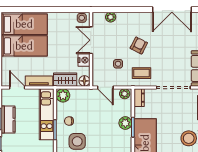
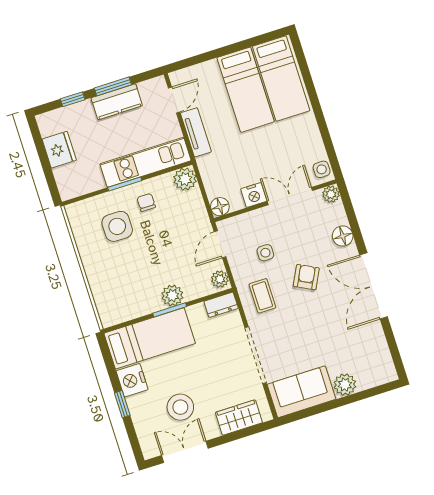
double door: (172, 10) -> (374, 286), moved
plant: (111, 17) -> (331, 194), moved
floor lamp: (122, 18) -> (343, 236), added
armchair: (139, 45) -> (306, 277), turned -90
wardrobe: (65, 80) -> (212, 174), removed

